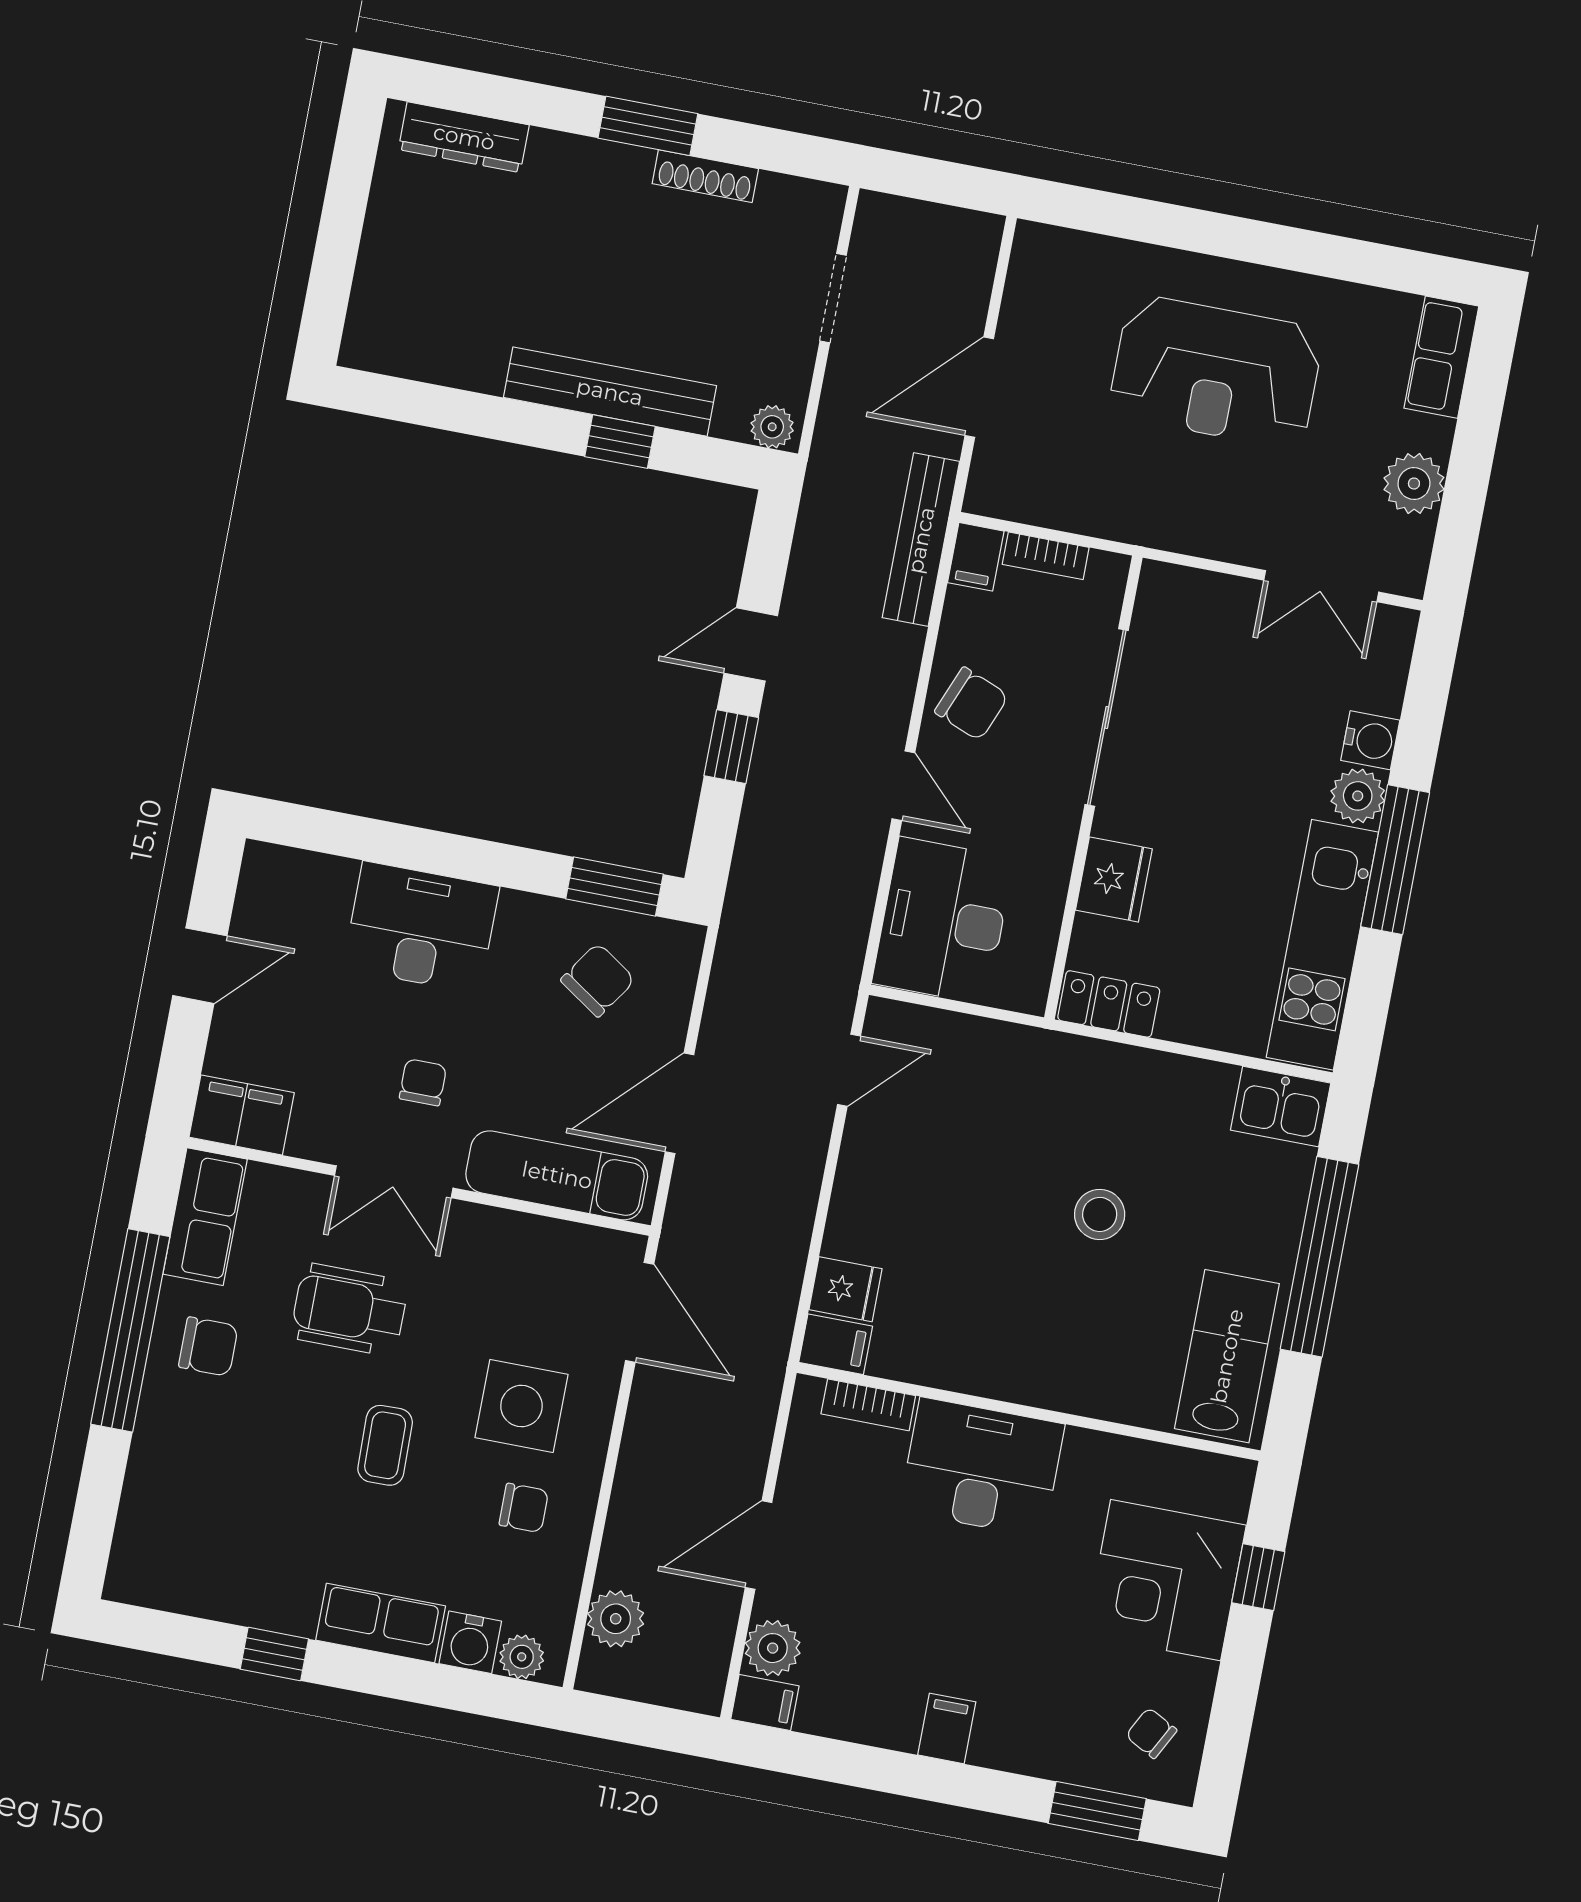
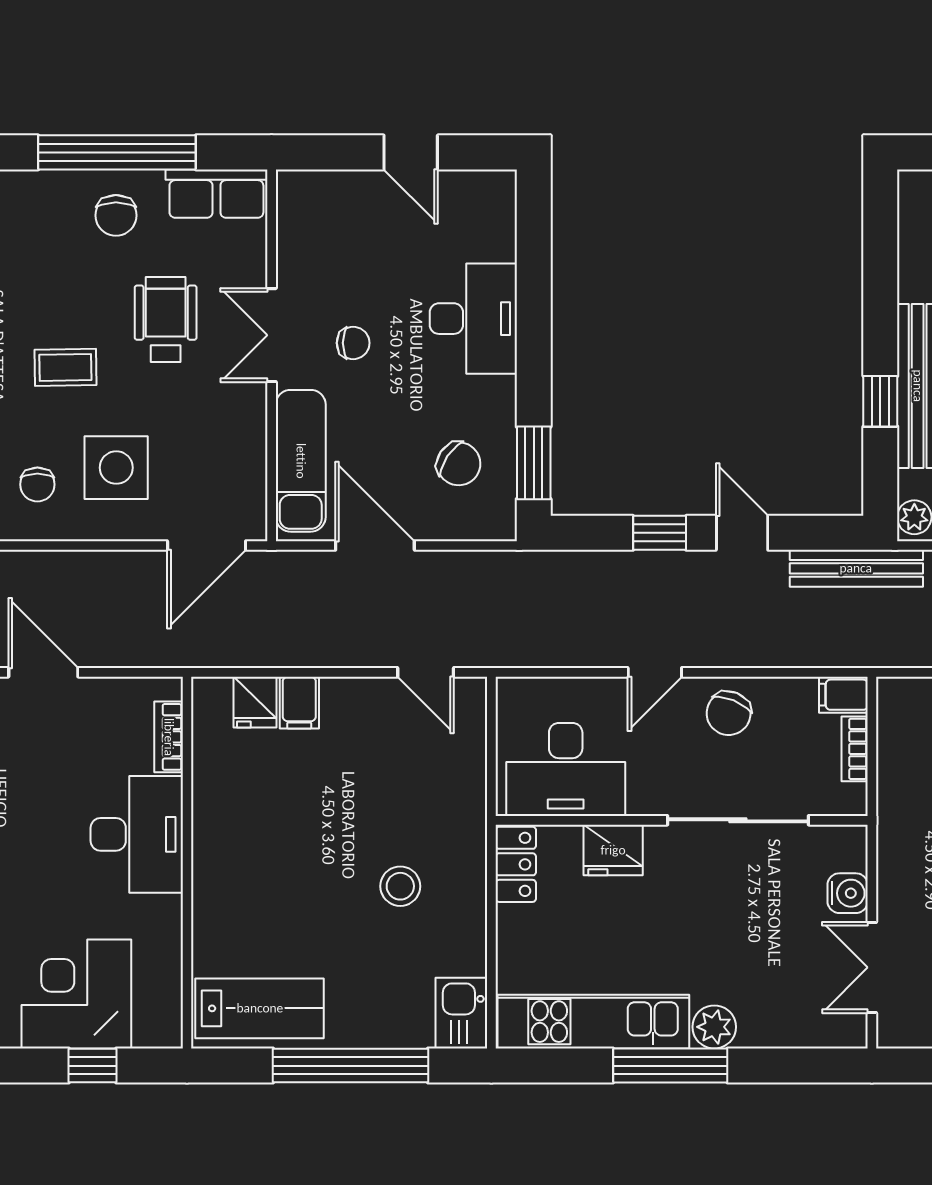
bench: (921, 540) -> (856, 568), moved
water cooler: (1370, 740) -> (848, 893), moved, turned -90
desk: (943, 921) -> (566, 769), moved, turned 180
filing cabinet: (242, 1115) -> (301, 207), removed
stool: (1100, 1214) -> (400, 886), moved
filing cabinet: (836, 1344) -> (299, 703), moved

